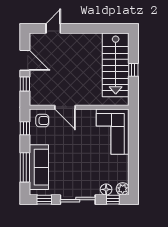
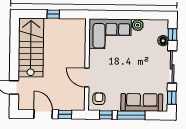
door: (25, 60) -> (43, 114), hinge flipped
stairs: (116, 65) -> (31, 48), moved, turned -90
door: (65, 107) -> (87, 78), swing flipped
window: (25, 167) -> (131, 115), moved
plant: (123, 189) -> (138, 25), moved

